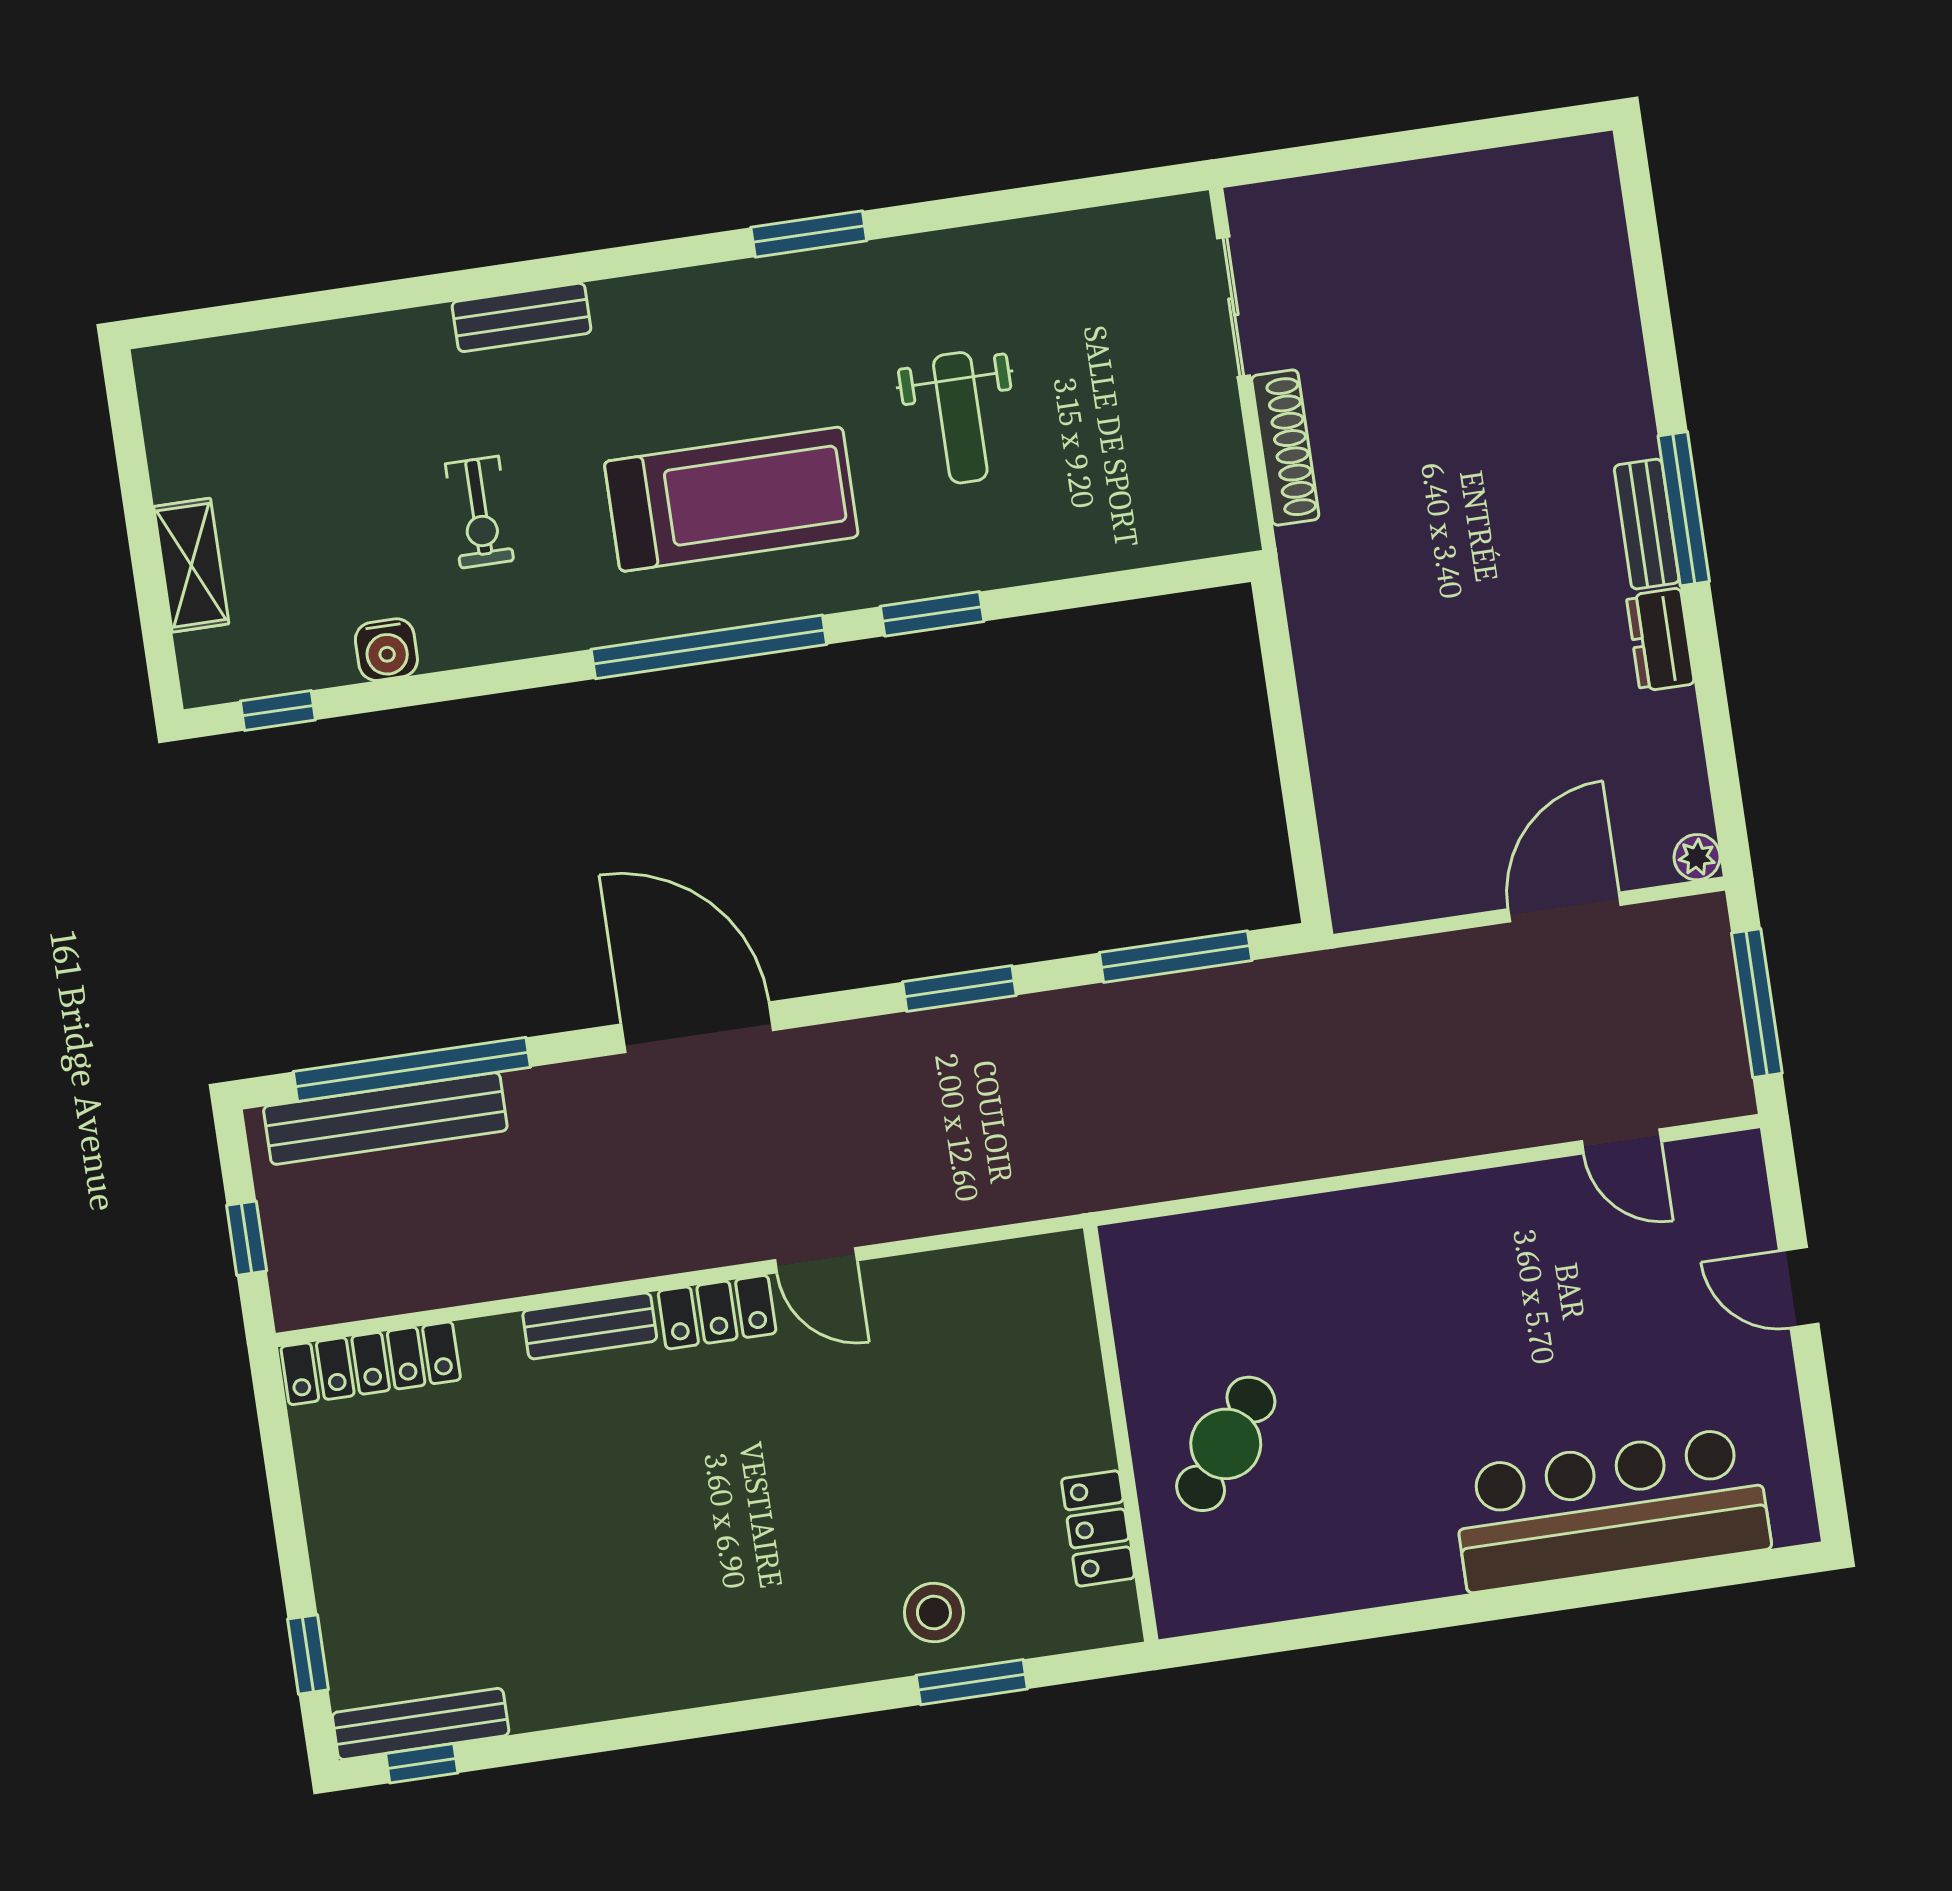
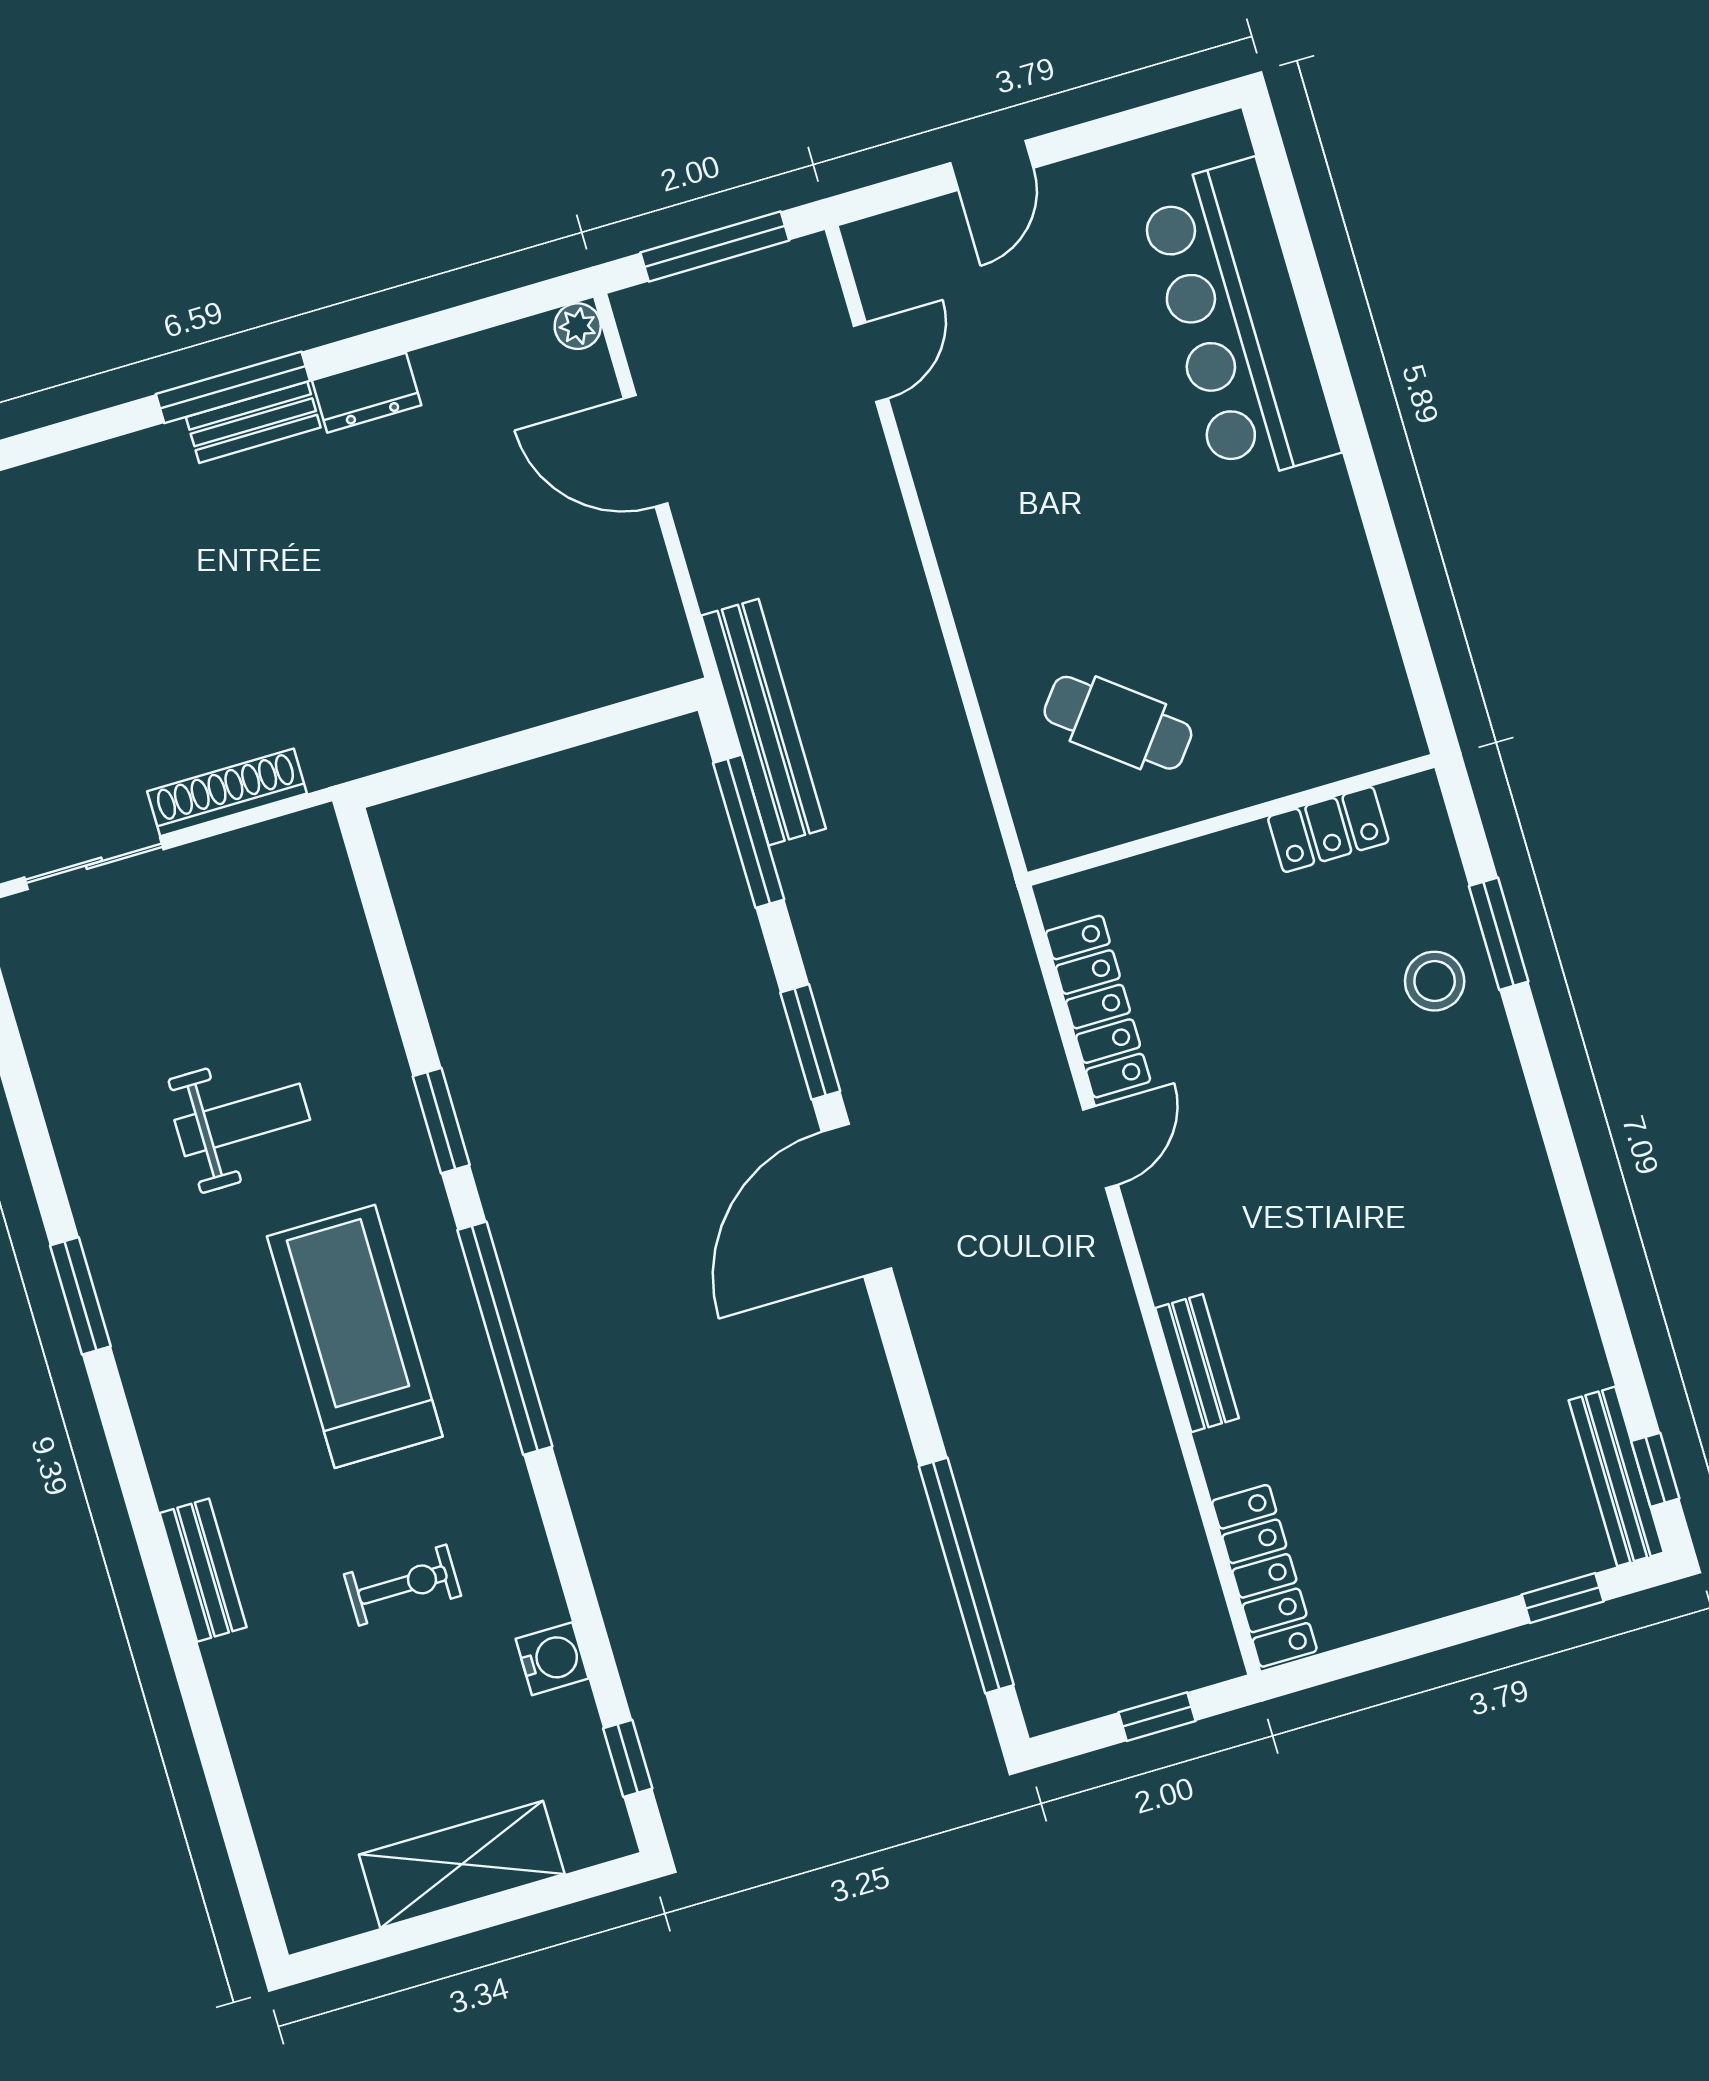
shelving: (191, 565) -> (462, 1864), width x1.50, depth x1.33
door: (697, 1027) -> (857, 1200), moved
bench: (385, 1118) -> (764, 722), moved
locker: (717, 1312) -> (1098, 1007), moved, width x1.53
cafe table: (1226, 1444) -> (1118, 723), moved

